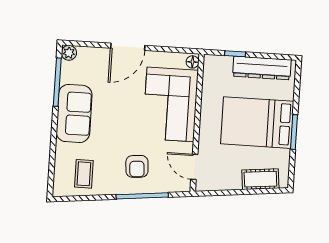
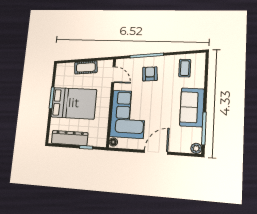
cot: (260, 179) -> (86, 67), moved

